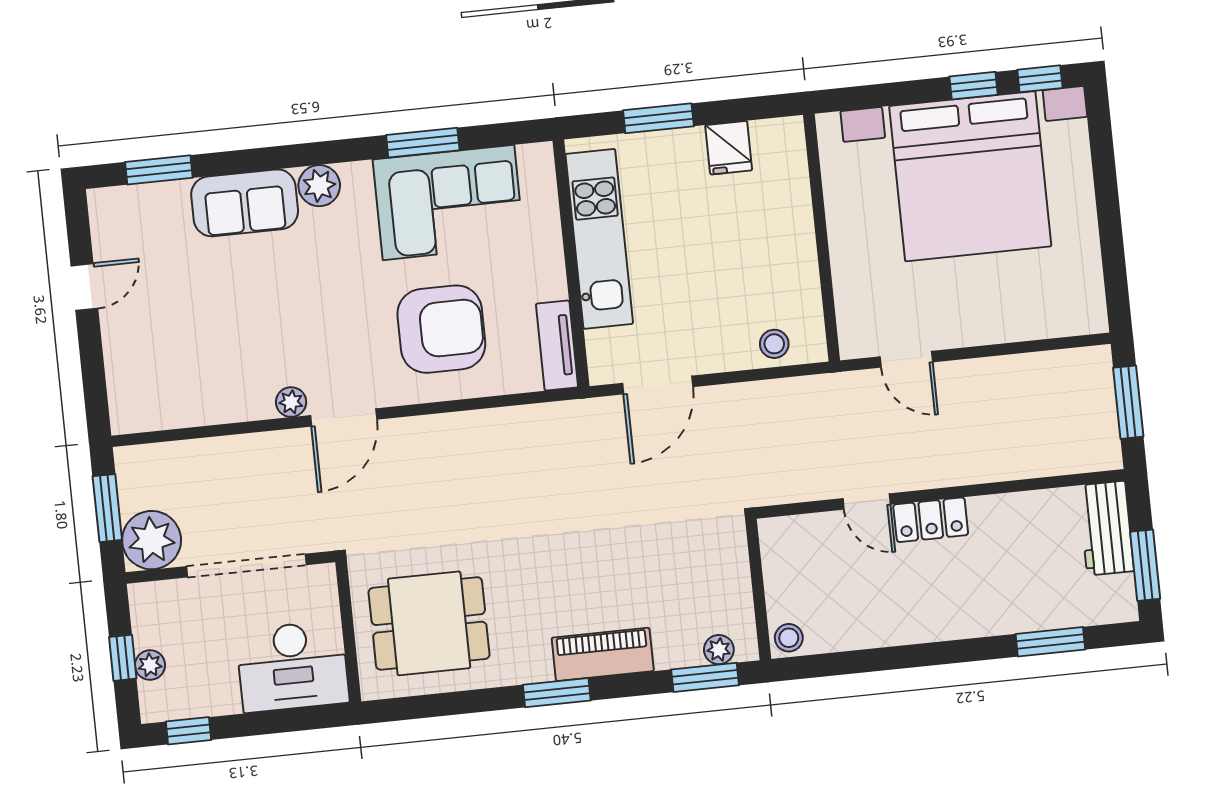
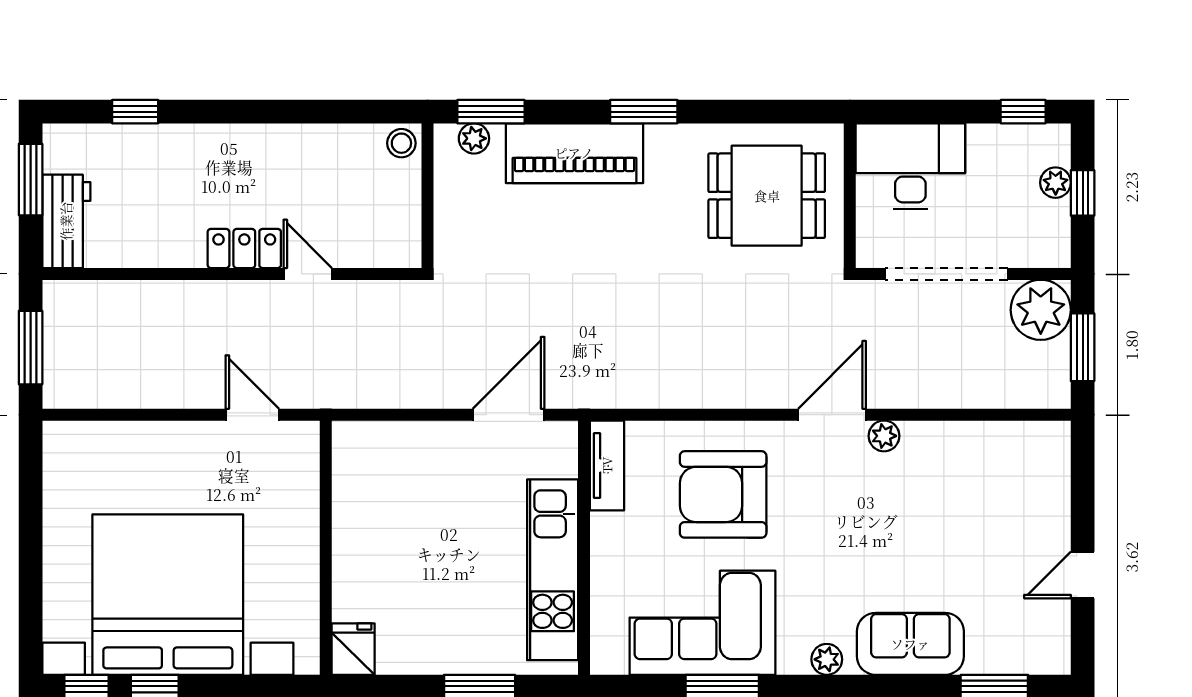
fridge: (729, 148) -> (353, 649), moved
plant: (319, 186) -> (827, 659), width x0.73, depth x0.73
stool: (774, 344) -> (385, 444), removed
window: (1050, 642) -> (135, 112), width x0.67
piano: (603, 654) -> (574, 153), width x1.37, depth x1.33

